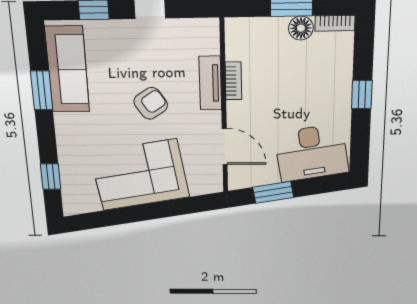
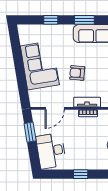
armchair: (151, 103) -> (77, 73), turned 129
window: (51, 177) -> (51, 20), moved

